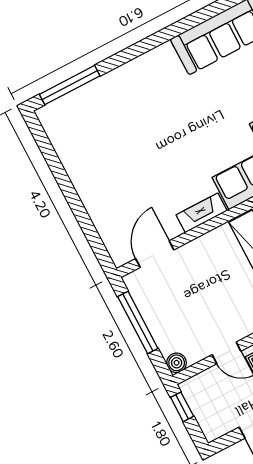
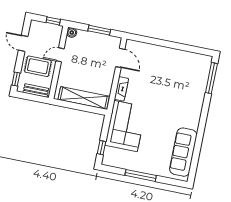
window: (138, 323) -> (99, 30), width x0.69

